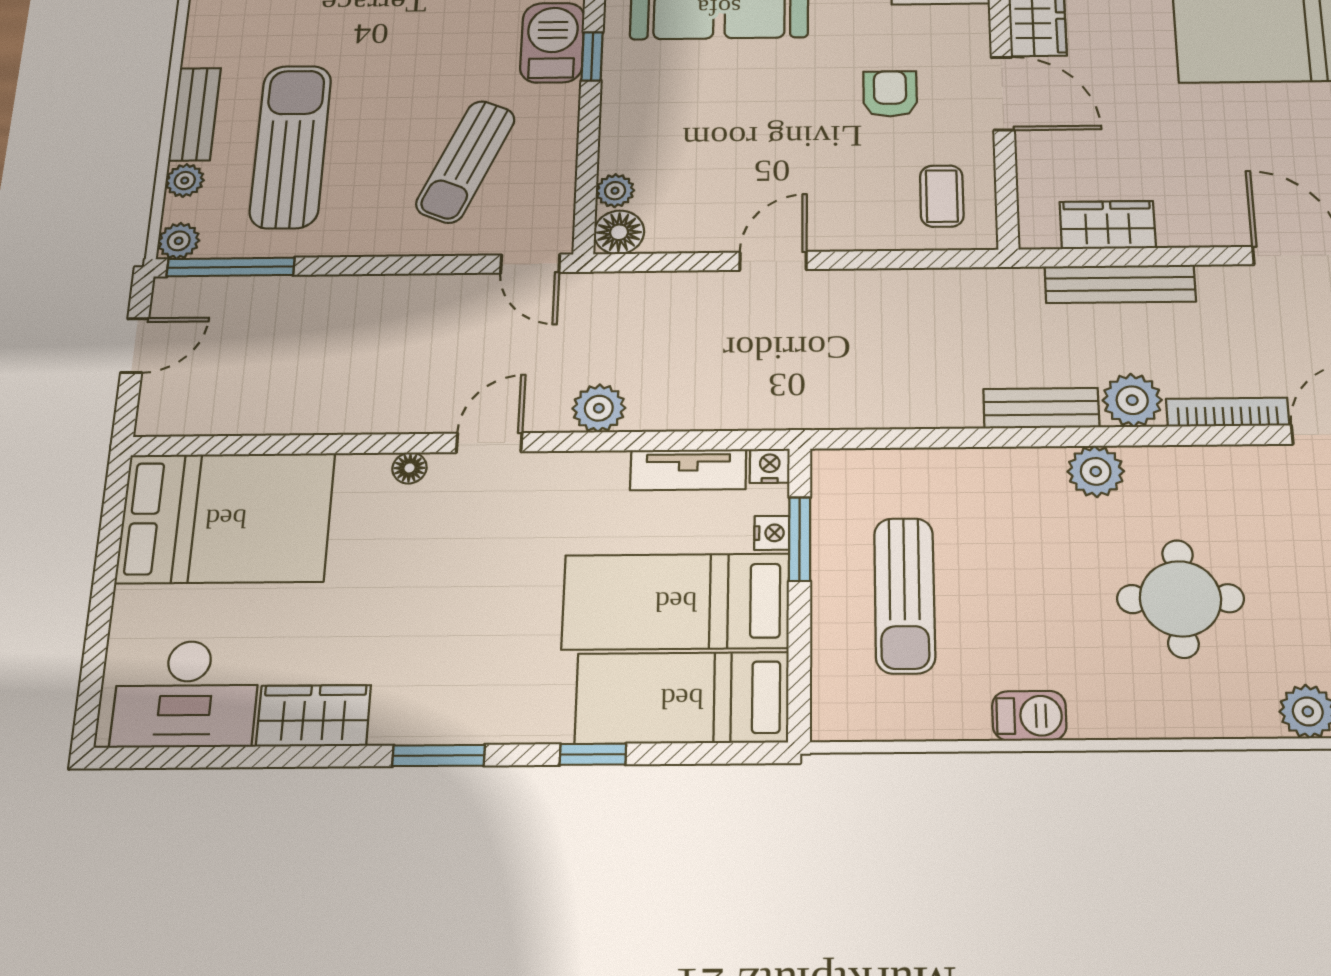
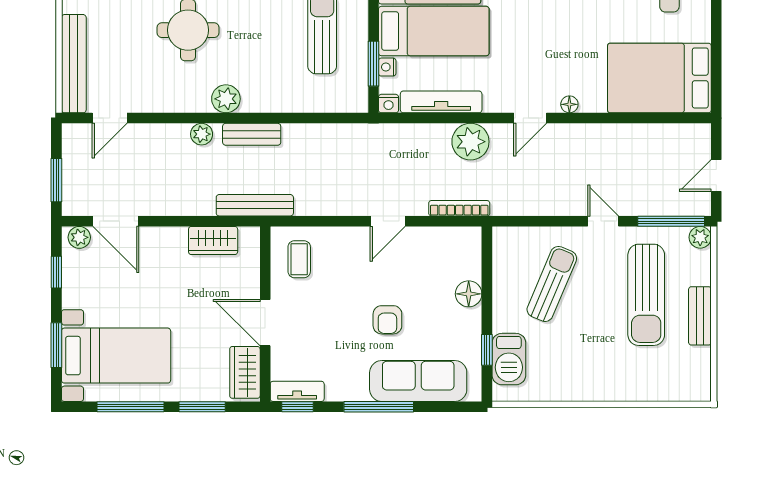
armchair: (890, 94) -> (387, 320), moved
plant: (185, 181) -> (701, 274), removed
plant: (615, 191) -> (472, 265), removed
floor lamp: (619, 232) -> (469, 294), moved
door: (530, 264) -> (603, 221), moved
bench: (1120, 284) -> (255, 205), moved
plant: (1132, 400) -> (202, 134), width x0.73, depth x0.73
plant: (599, 408) -> (470, 142), width x1.36, depth x1.36
bookcase: (1228, 412) -> (459, 208), moved, turned 180
tv unit: (688, 470) -> (441, 102), width x1.41

